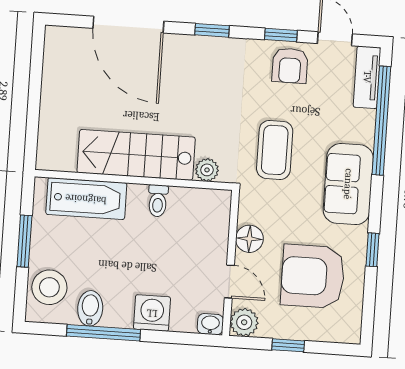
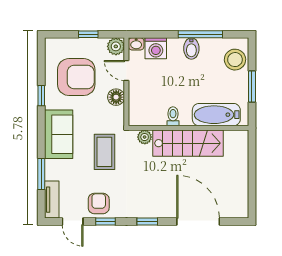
window: (381, 121) -> (41, 174), width x0.47
bidet: (90, 308) -> (191, 49), moved
washing machine: (152, 313) -> (156, 48), moved

